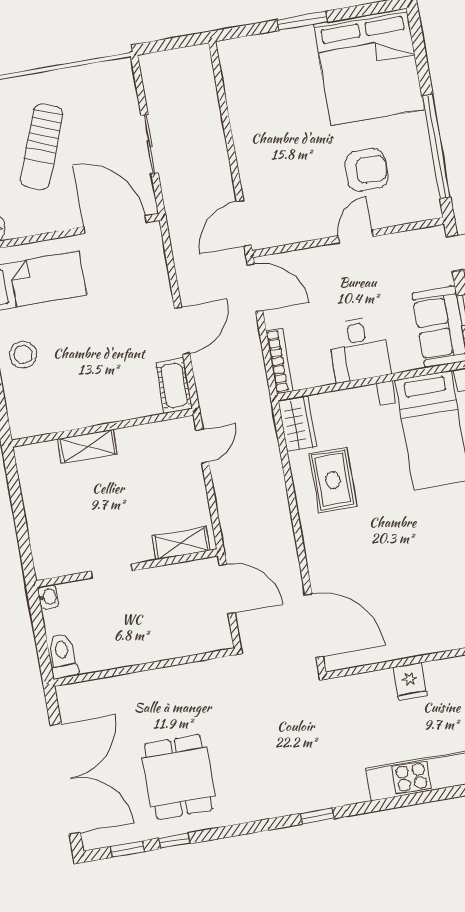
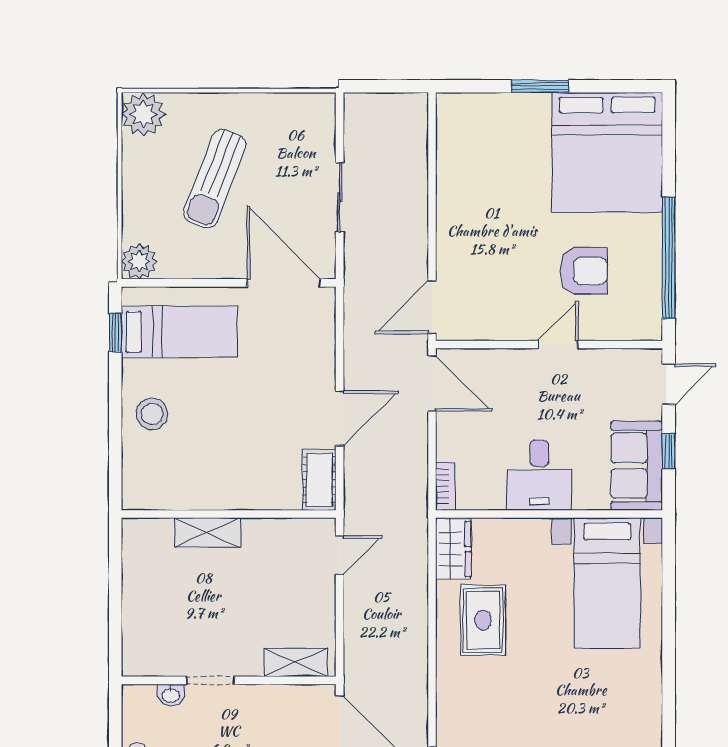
bookcase: (279, 361) -> (445, 486), width x0.64
washbasin: (48, 597) -> (171, 695), moved, turned 90

